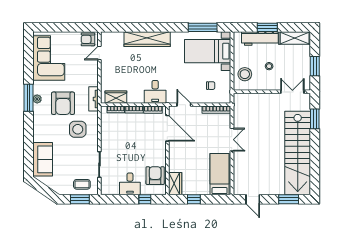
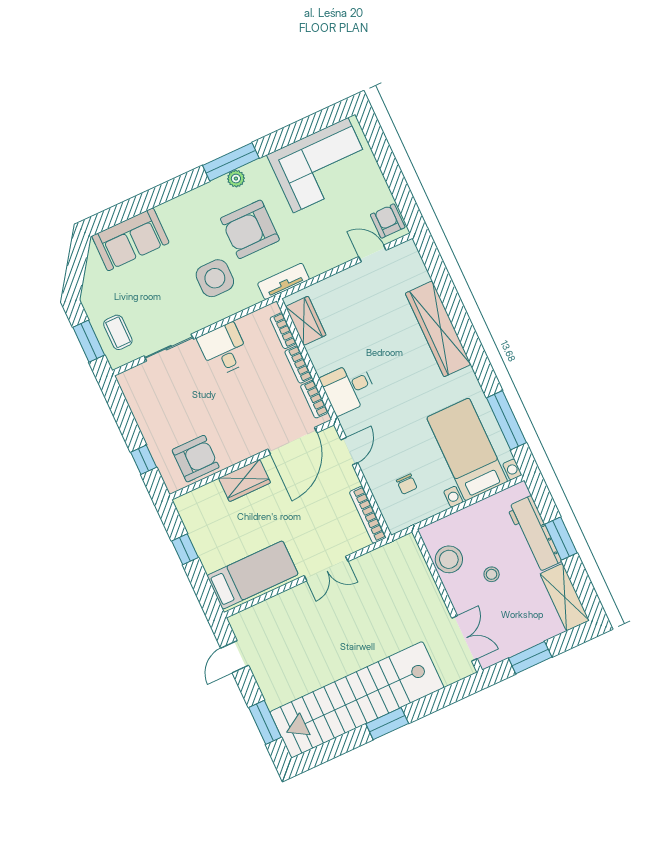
stool: (245, 74) -> (449, 559), moved
window: (315, 119) -> (387, 724), moved
desk: (130, 184) -> (224, 349), moved, turned 90
wardrobe: (175, 184) -> (245, 480), moved

